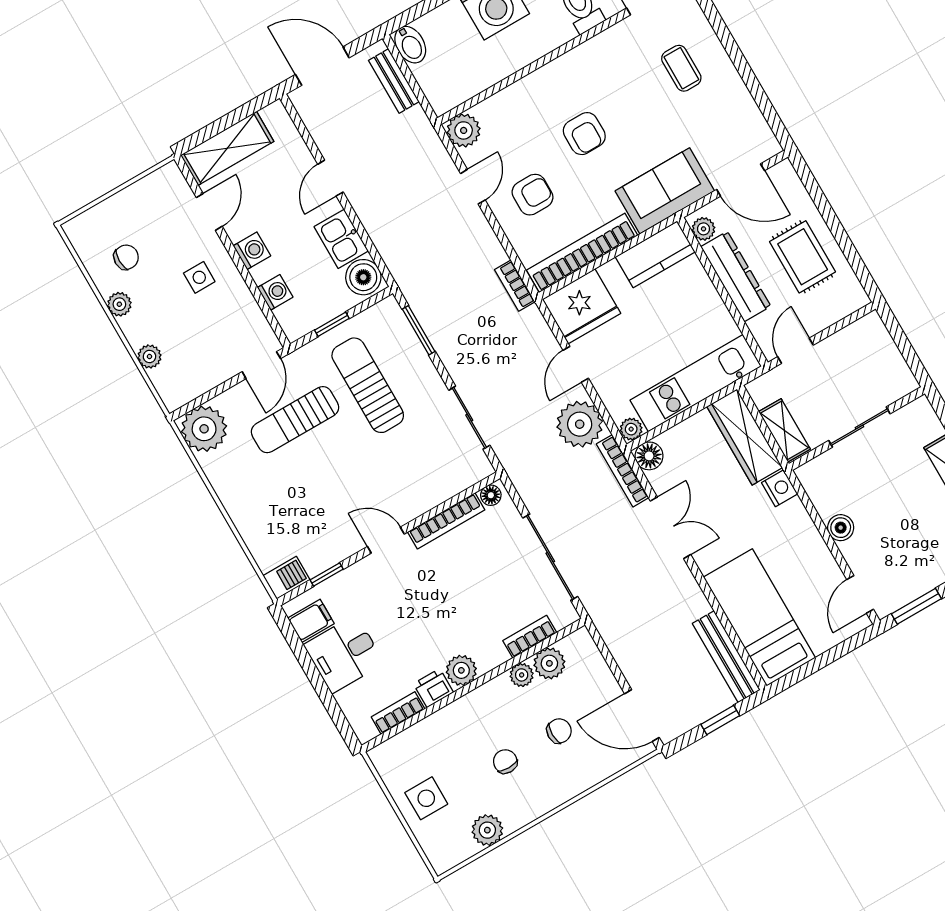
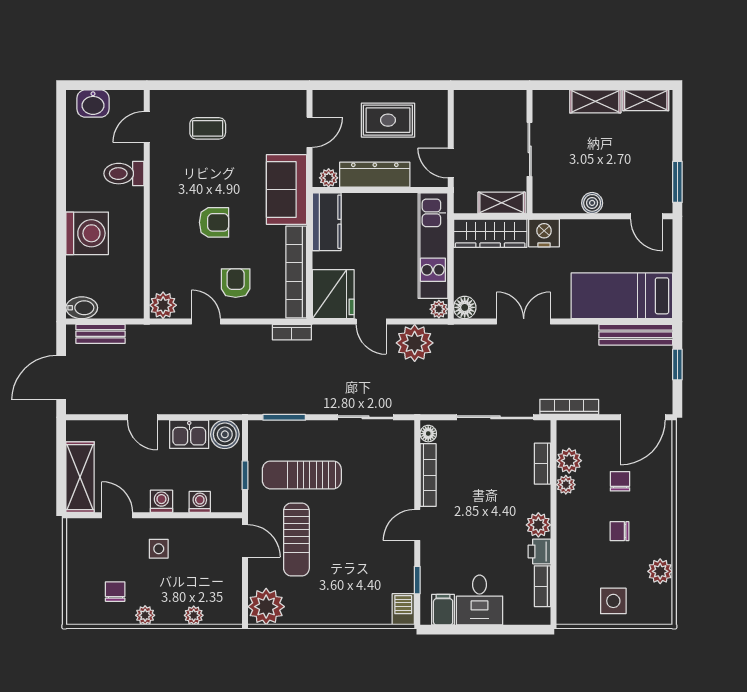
door: (741, 180) -> (309, 132), width x0.73
bookcase: (623, 471) -> (569, 407), moved, turned 180
nightstand: (780, 488) -> (544, 233), width x1.36, depth x1.33

